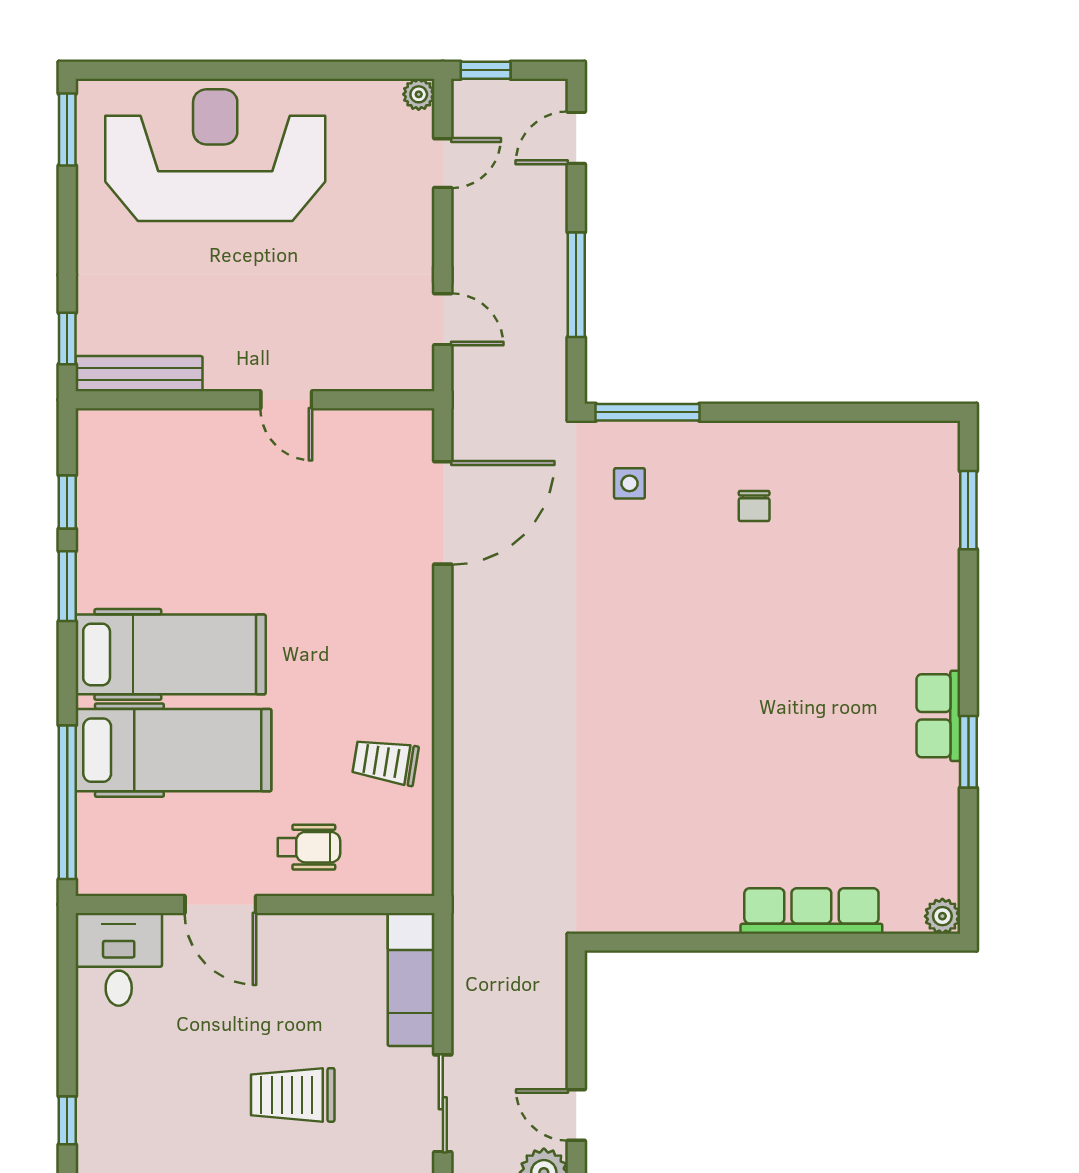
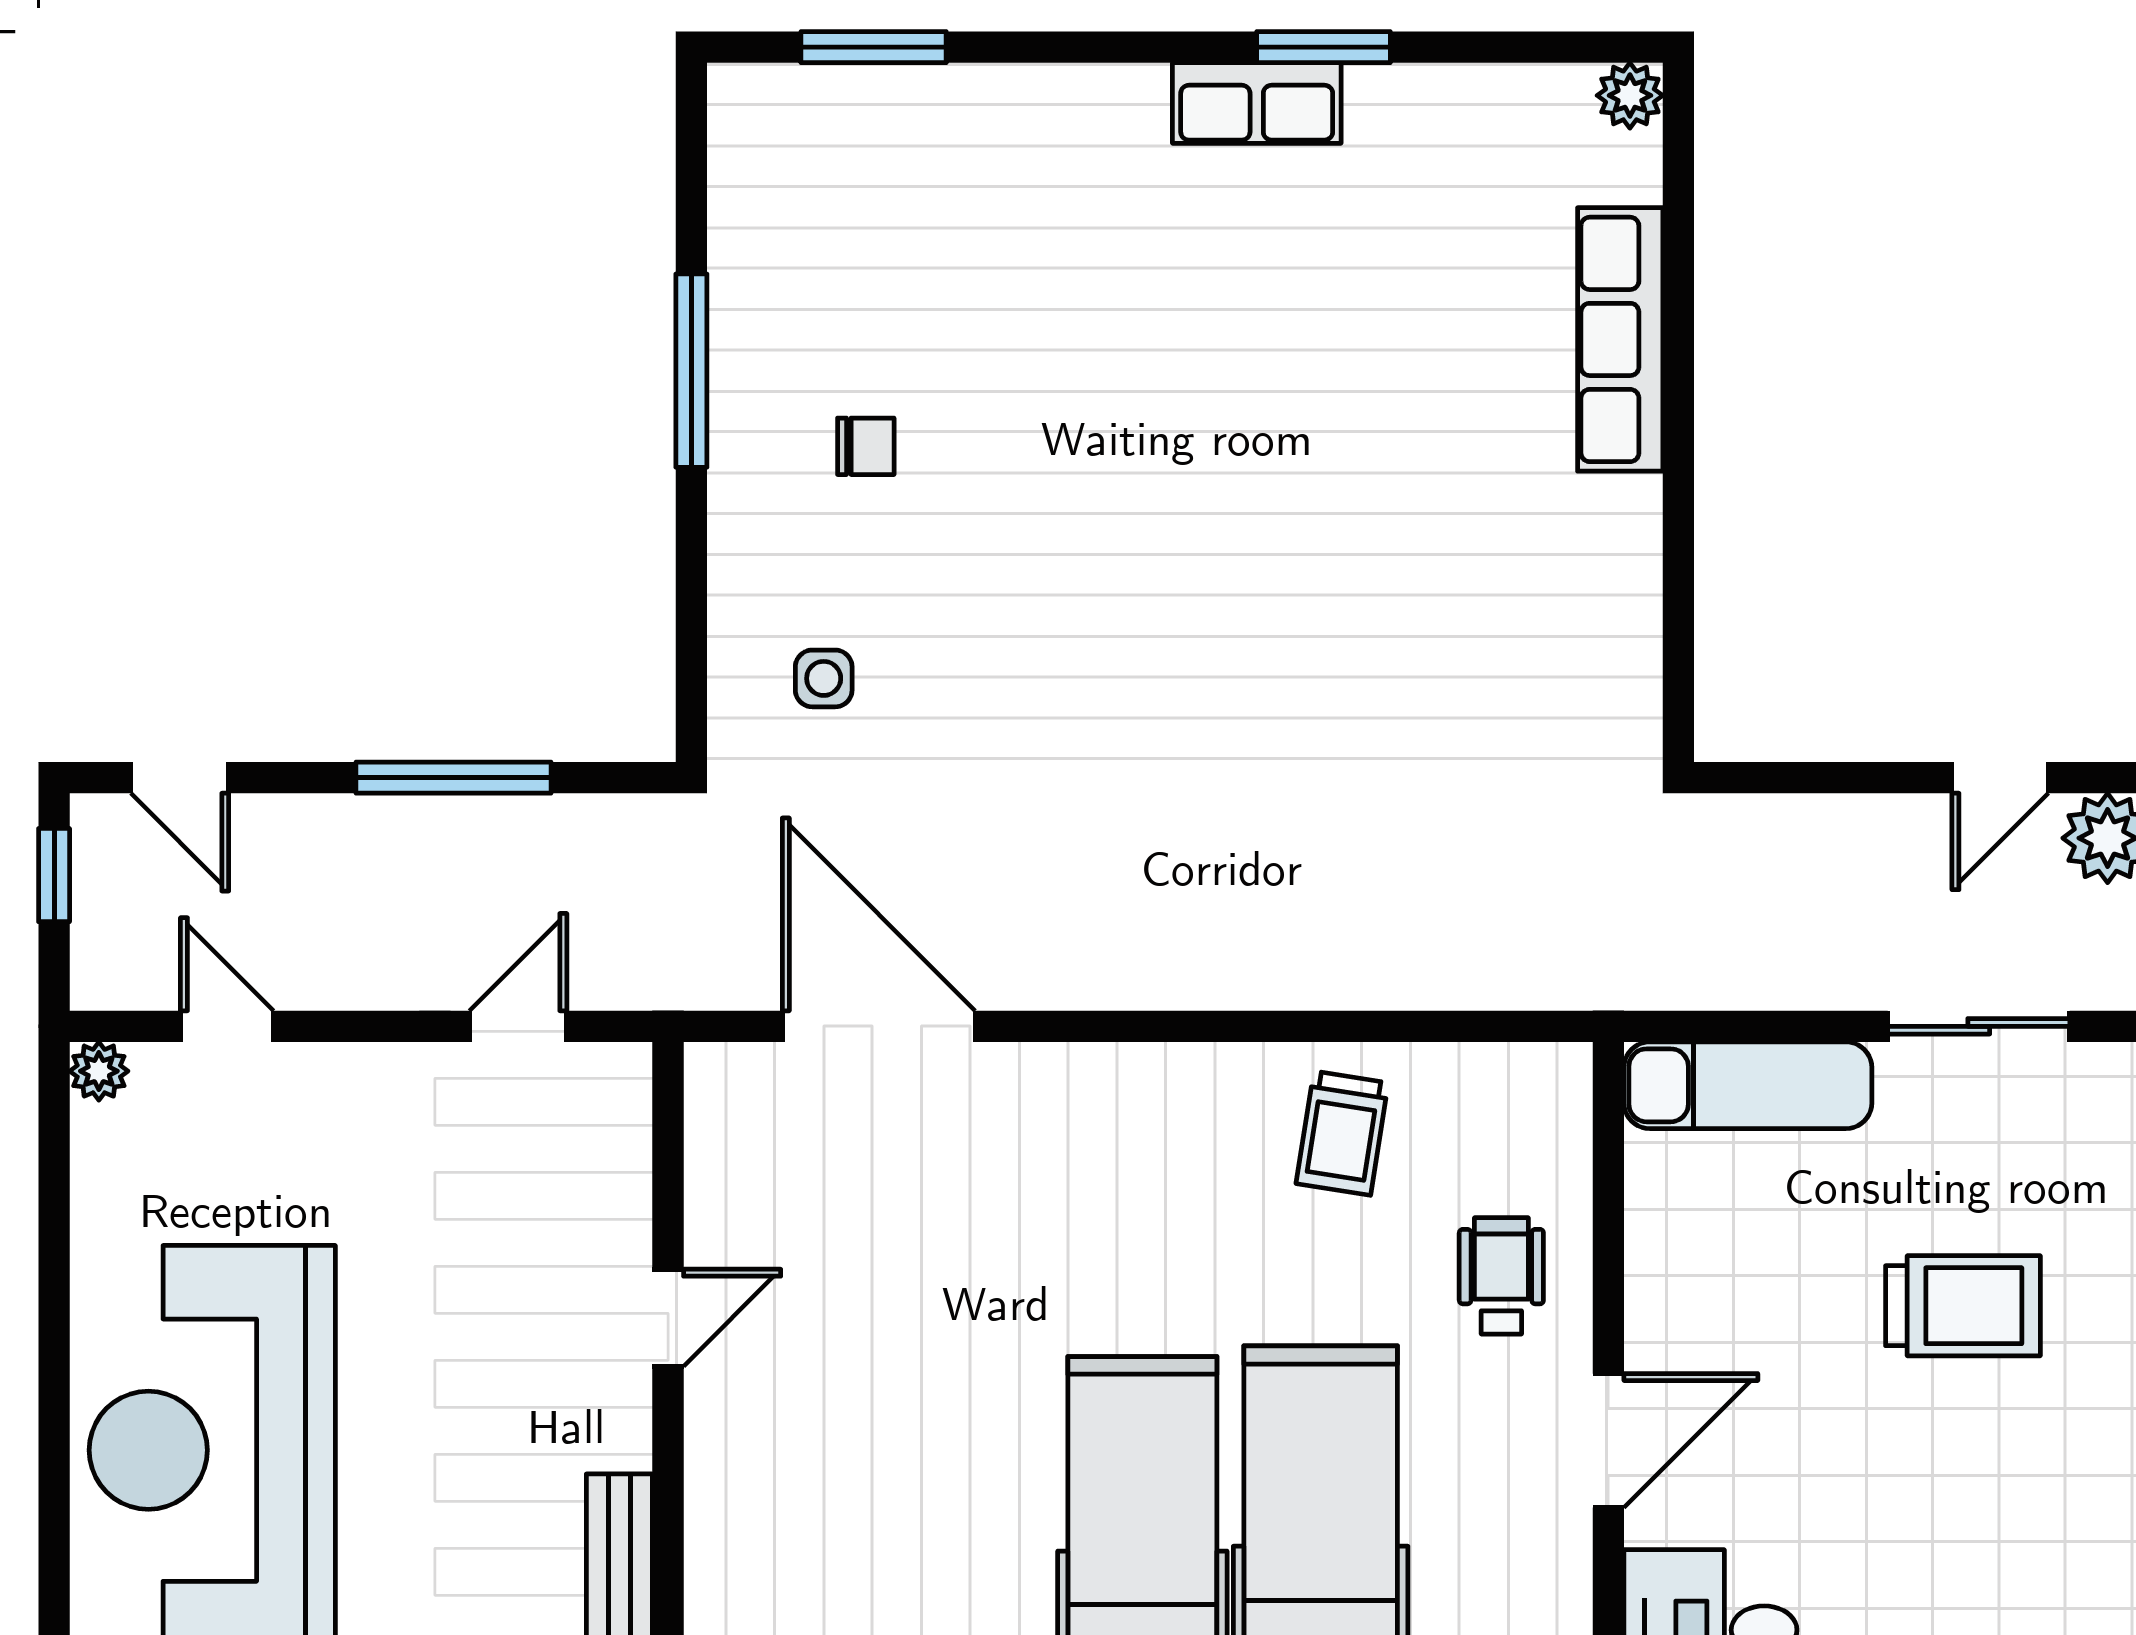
window: (486, 70) -> (54, 875), moved
window: (648, 412) -> (691, 371), moved
trolley: (293, 1095) -> (1963, 1306), turned -90

